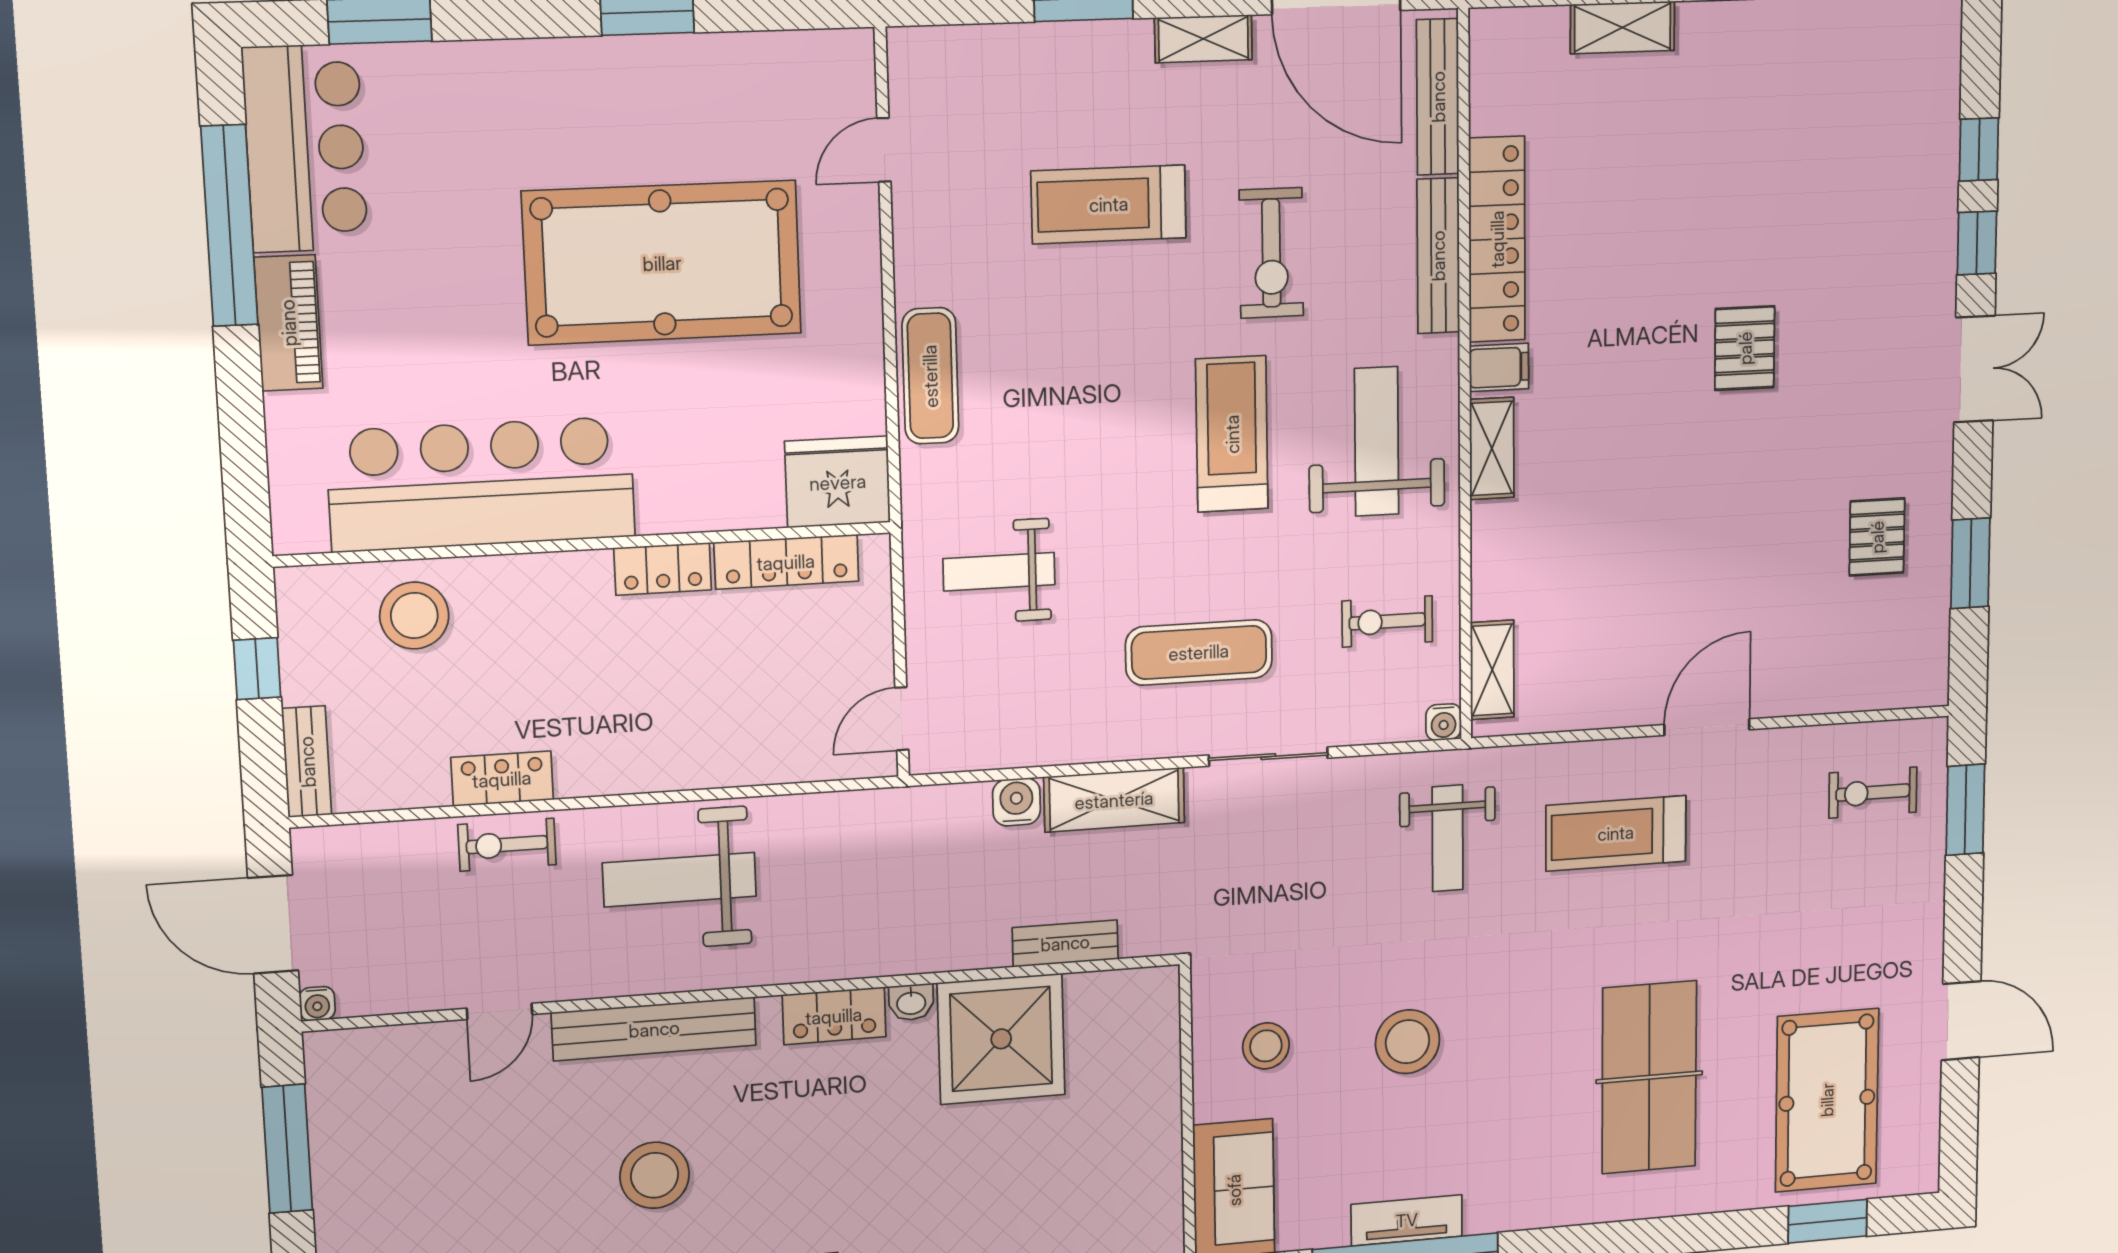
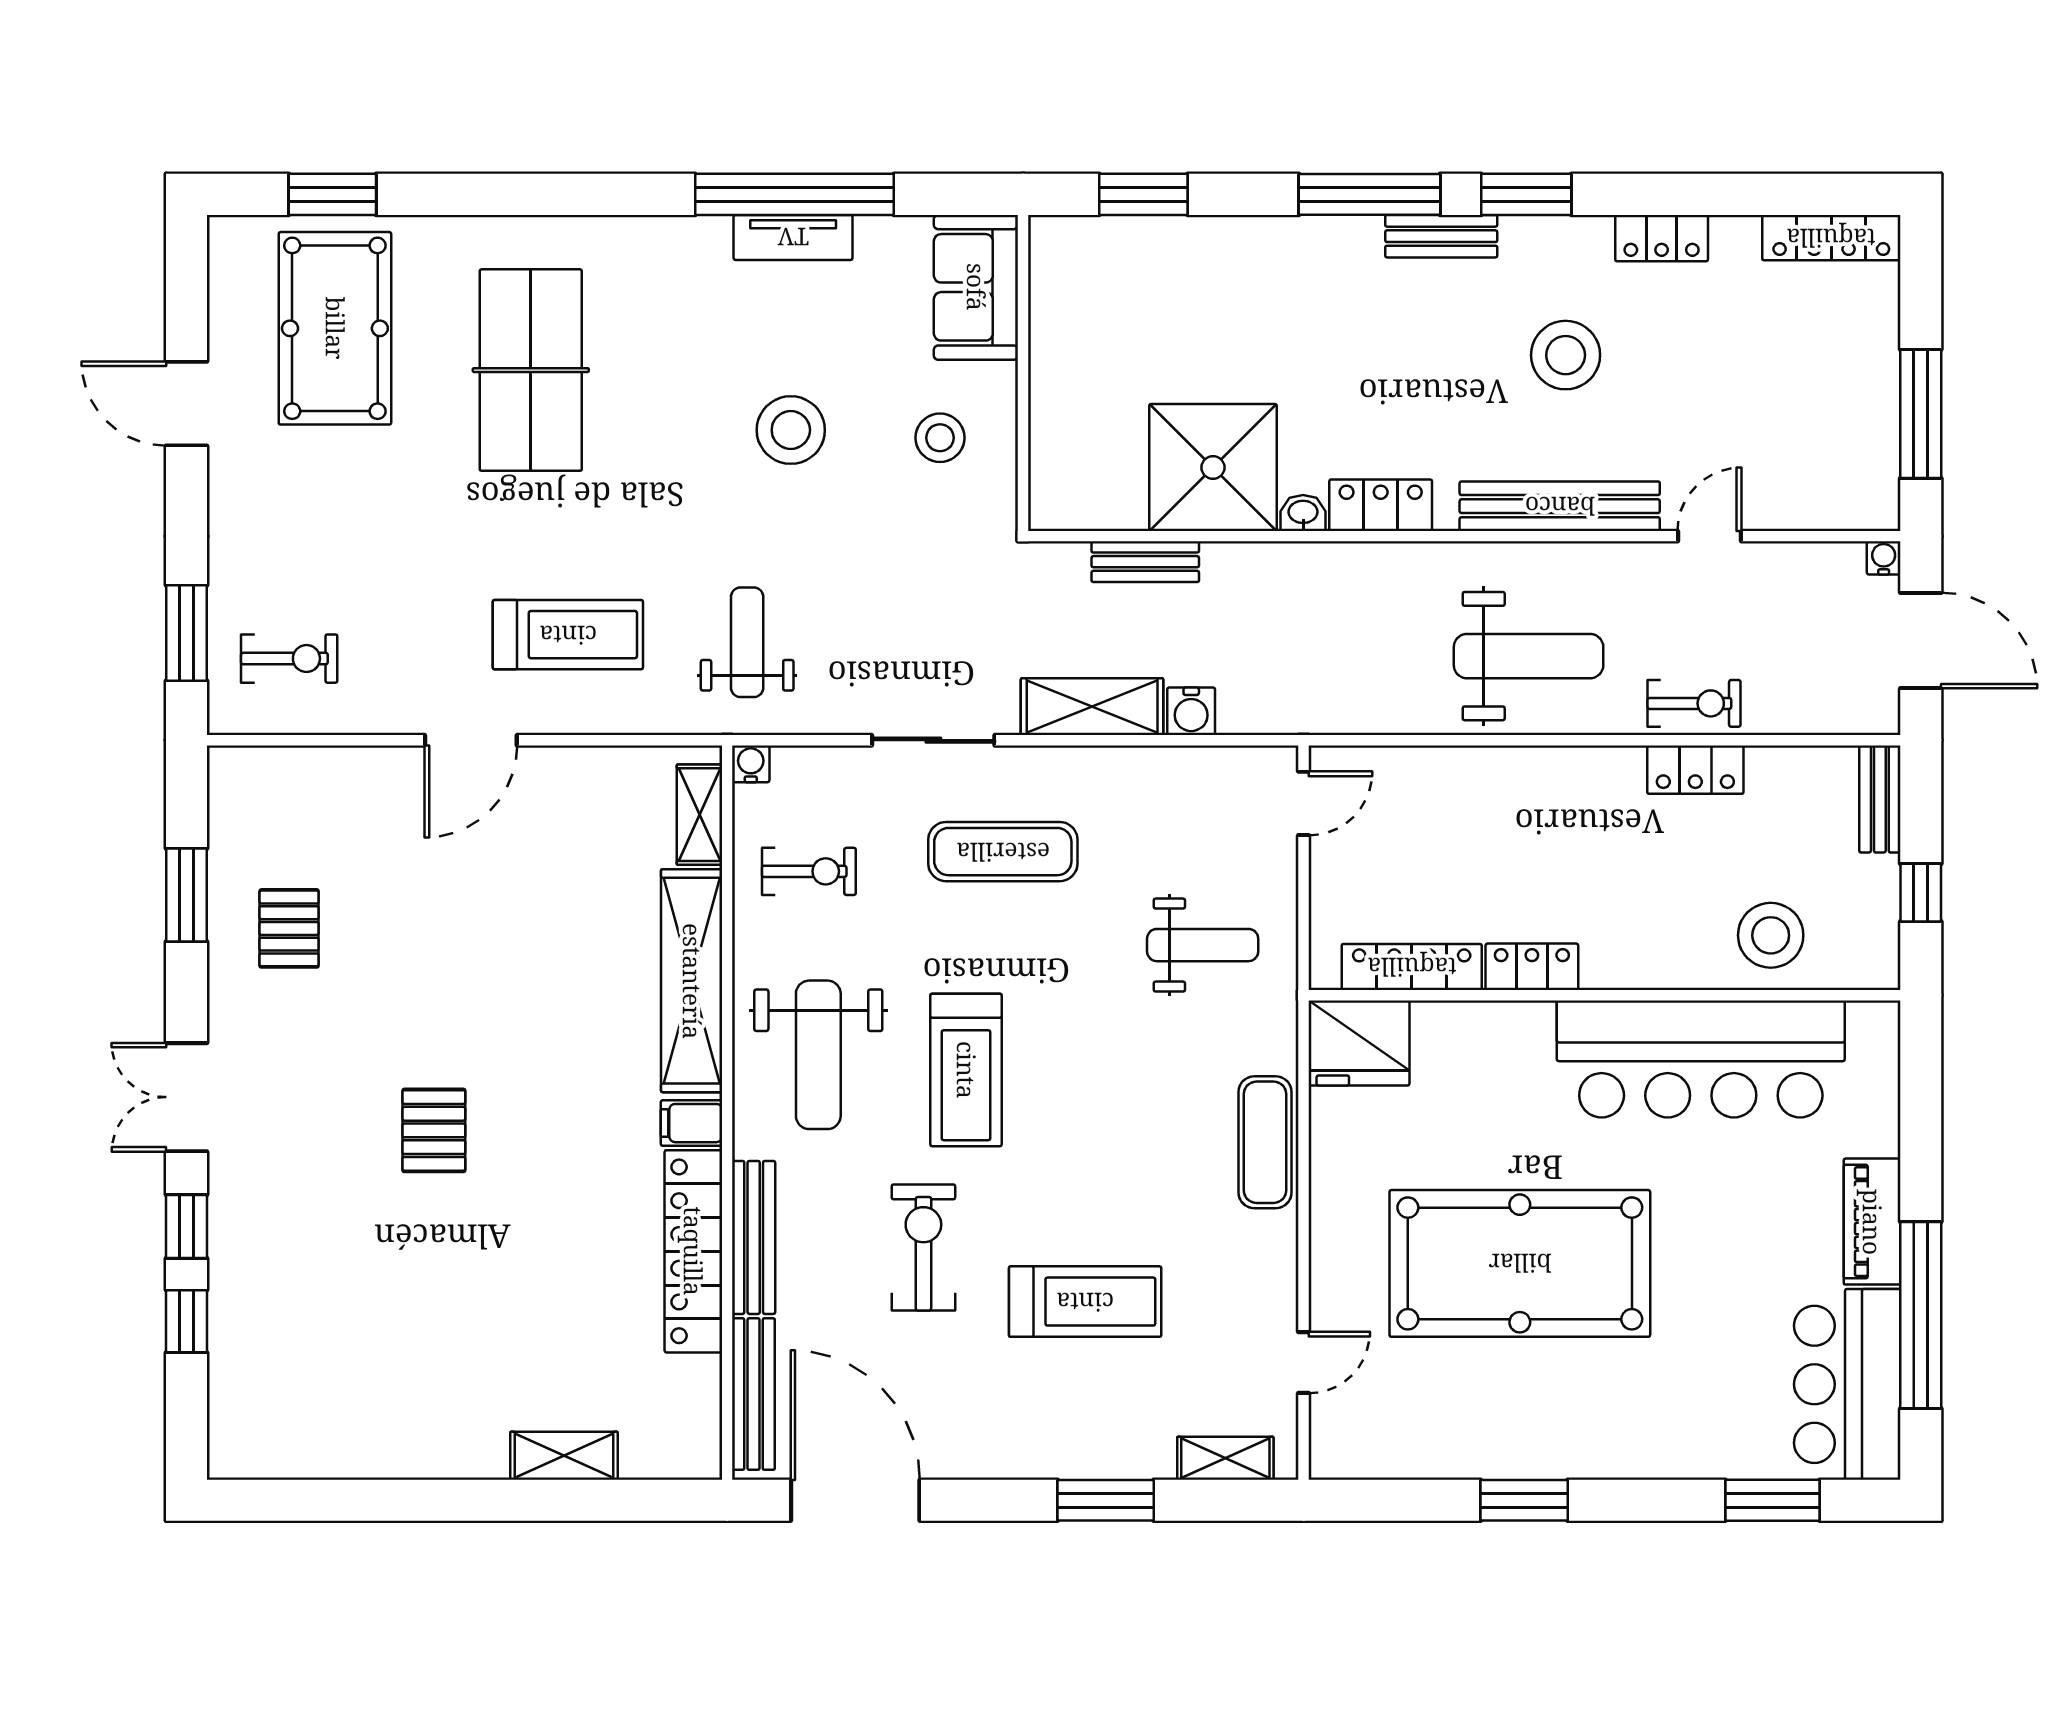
shelving: (1203, 39) -> (1225, 1458), moved
shelving: (1492, 448) -> (692, 981), width x2.20, depth x1.33

